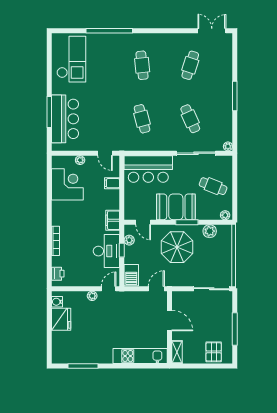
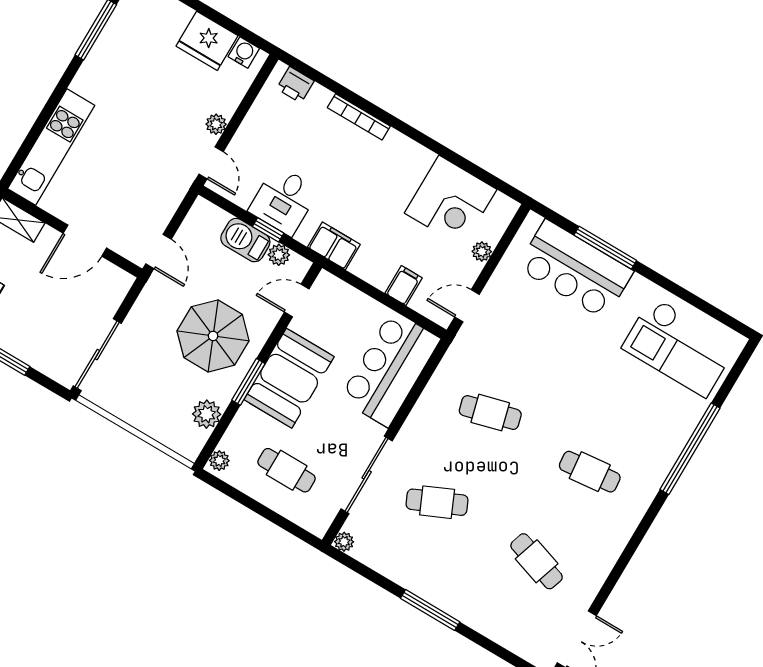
cafe table: (213, 186) -> (287, 470), turned 69
desk: (106, 251) -> (284, 200), width x0.73
barbecue: (131, 275) -> (245, 240), moved

